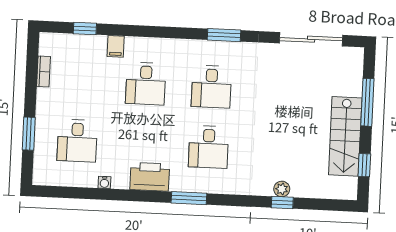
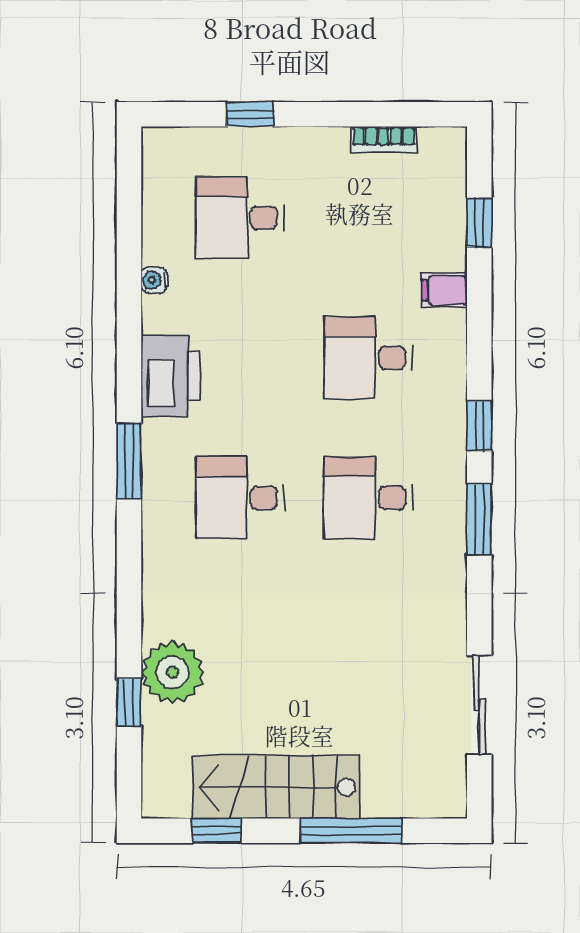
window: (180, 33) -> (479, 426), added
sliding door: (311, 39) -> (479, 705), width x0.73
window: (29, 134) -> (250, 114), width x0.67
plant: (282, 189) -> (173, 672), width x1.88, depth x1.88
window: (282, 203) -> (129, 702), moved

